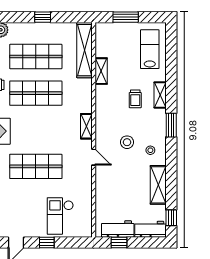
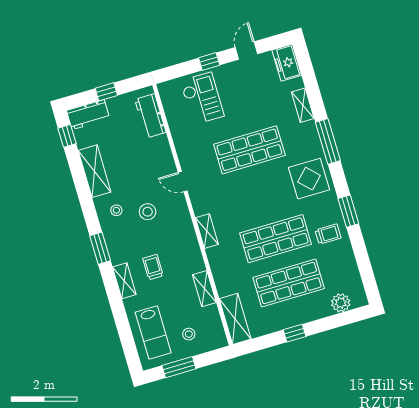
window: (126, 17) -> (179, 367), moved
stool: (123, 40) -> (189, 334), added
shelving: (84, 50) -> (235, 319), width x0.68
shelving: (86, 126) -> (207, 231), moved
workbench: (118, 229) -> (150, 116), moved, turned 90
window: (119, 242) -> (106, 92), moved

